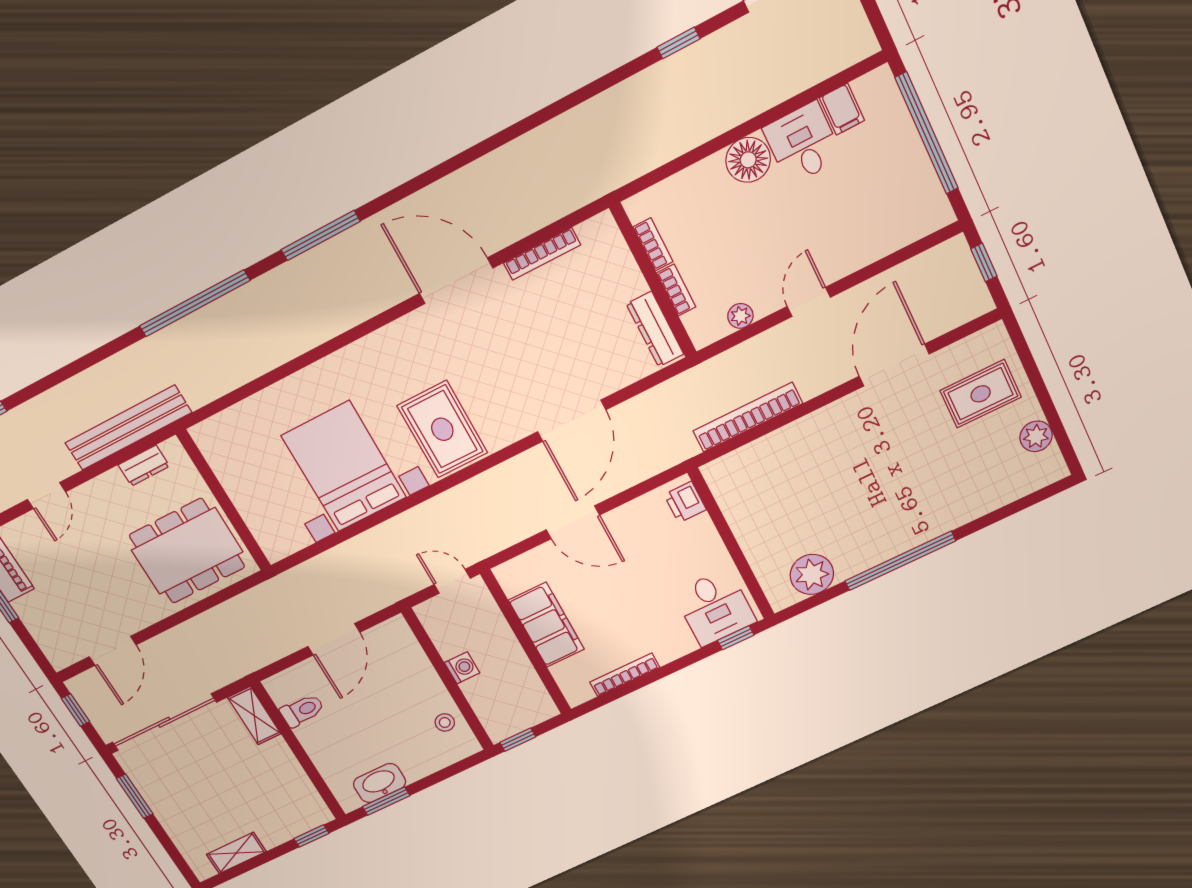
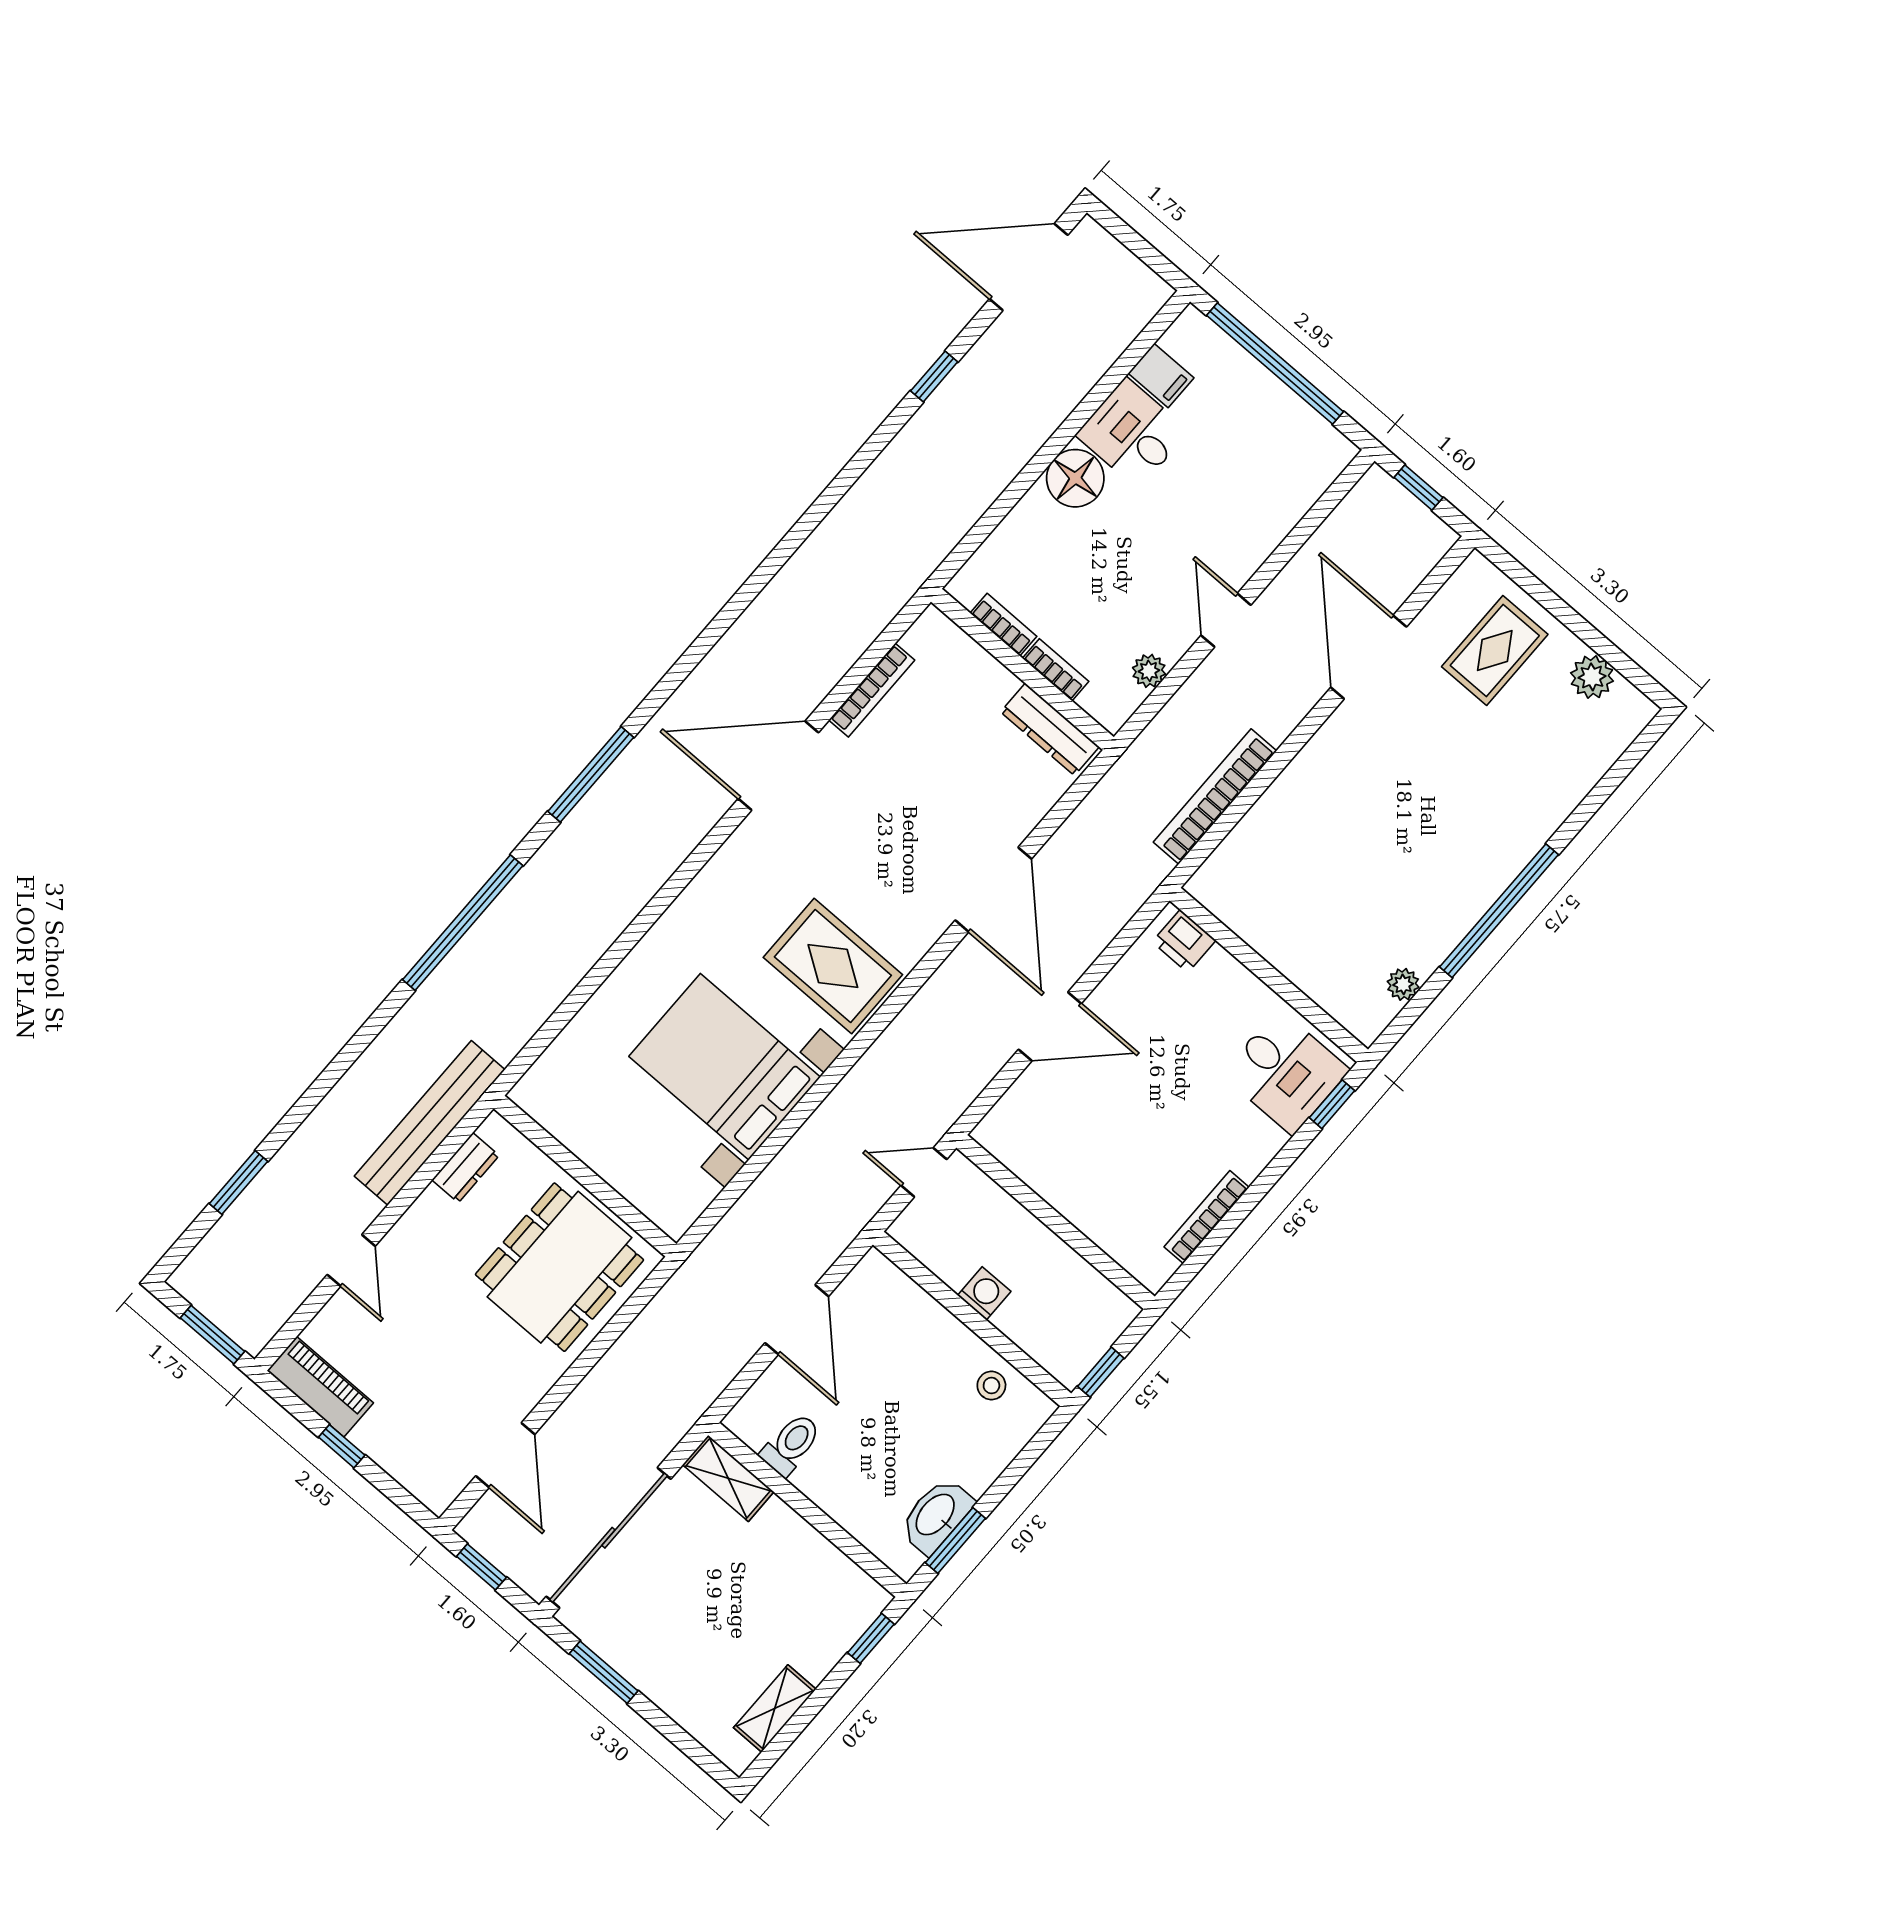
plant: (812, 574) -> (1403, 984), width x0.53, depth x0.53
filing cabinet: (546, 625) -> (1073, 1186), removed

